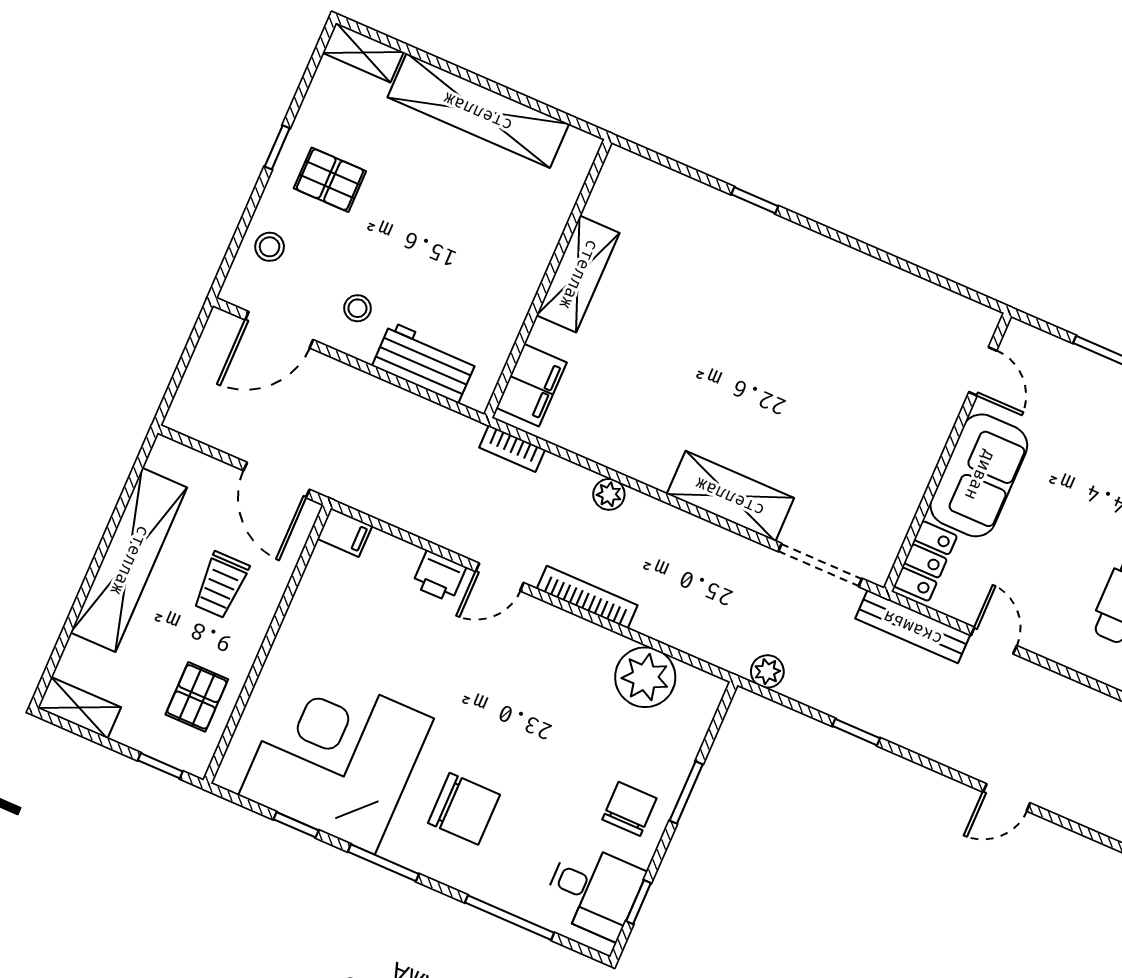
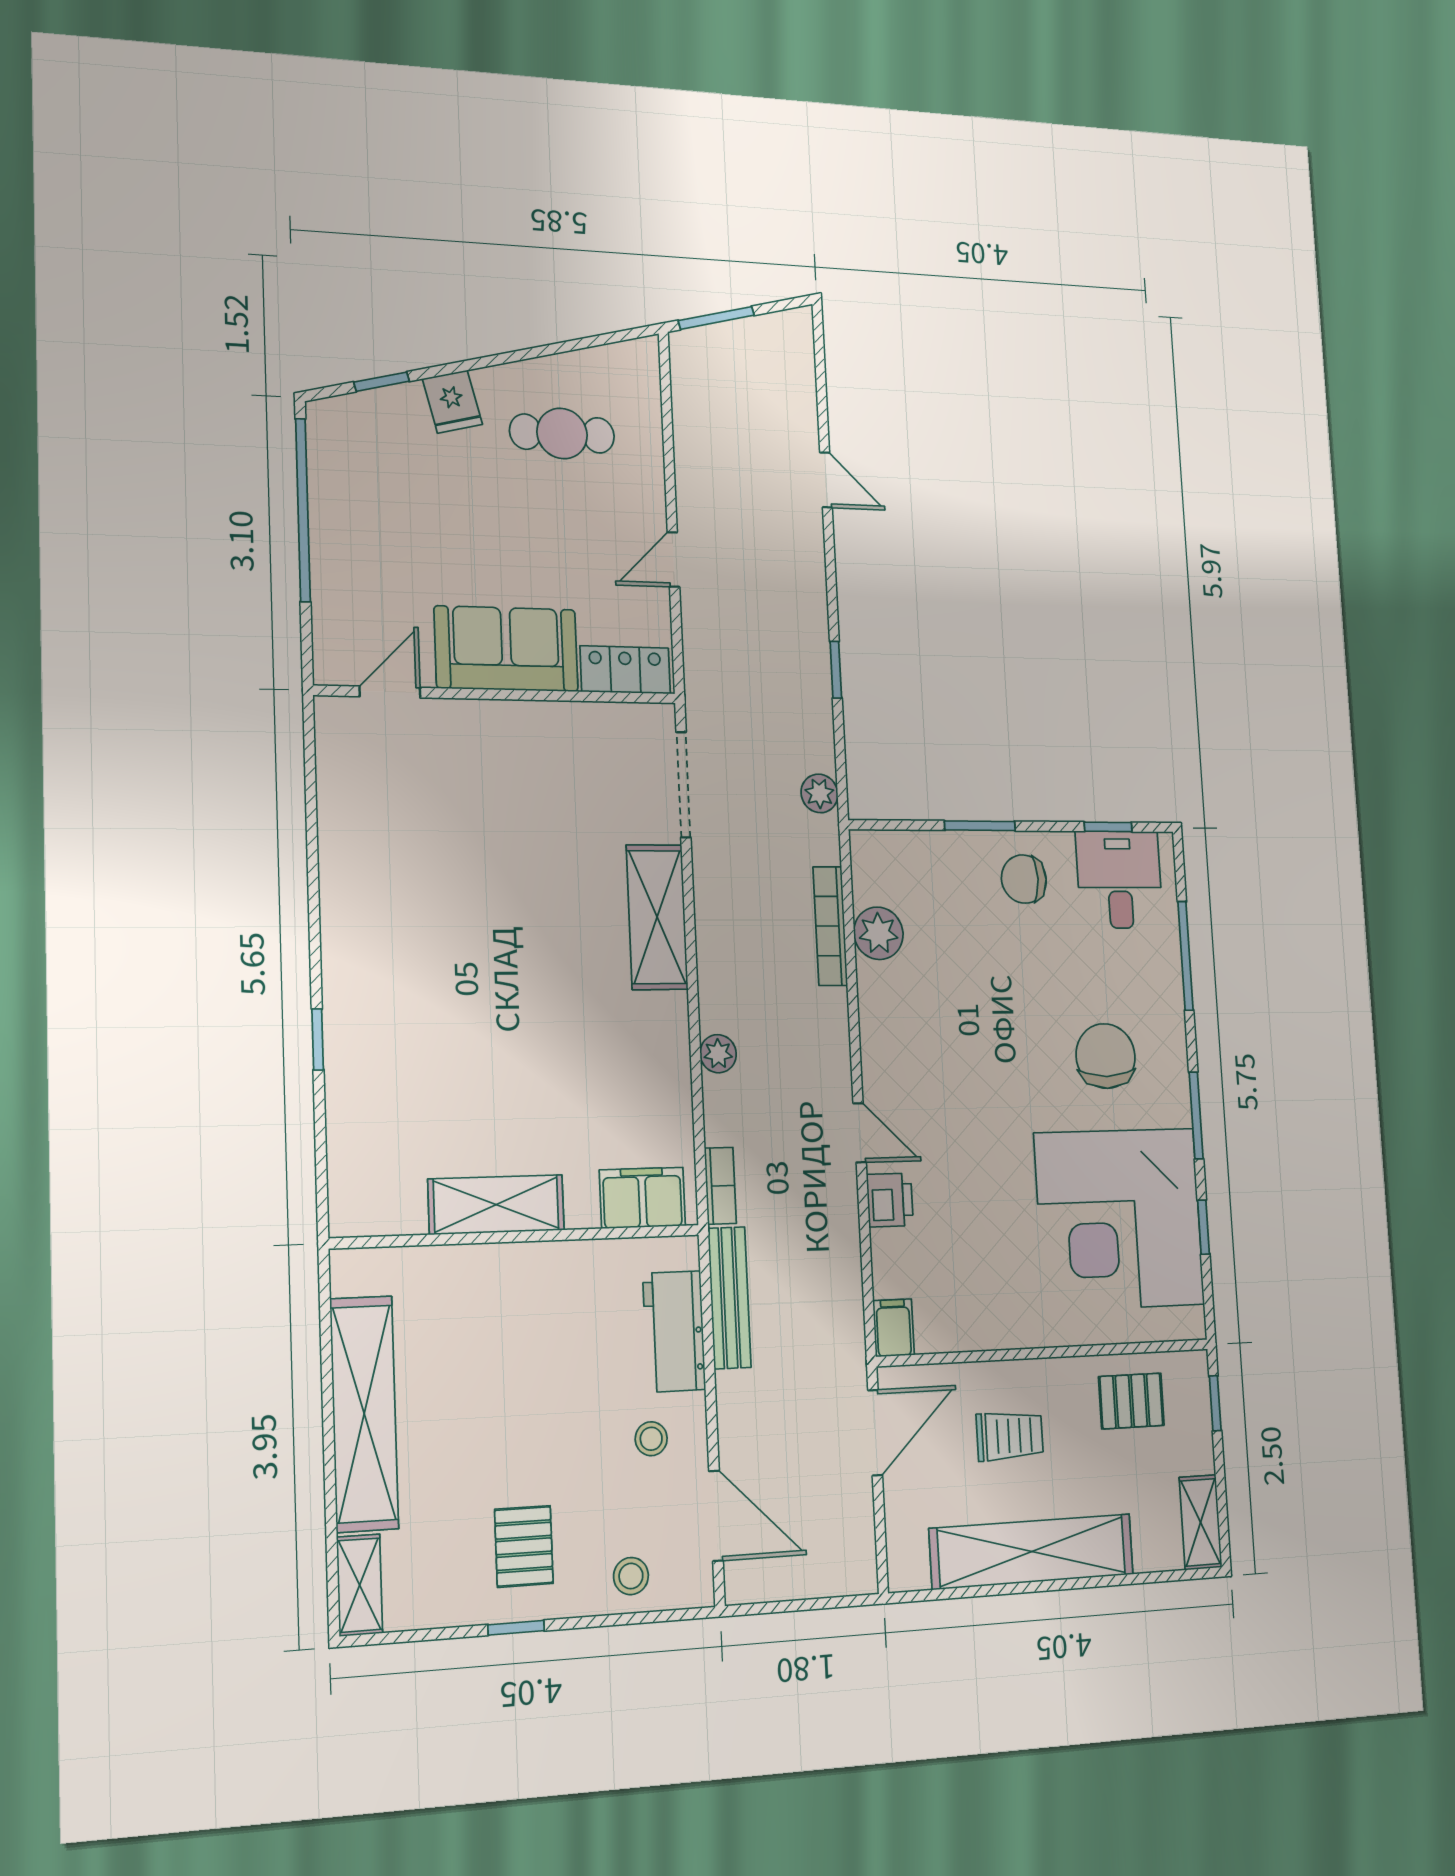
bookcase: (587, 597) -> (830, 926), moved
bench: (913, 627) -> (729, 1298), moved
plant: (645, 677) -> (878, 933), width x0.73, depth x0.73

